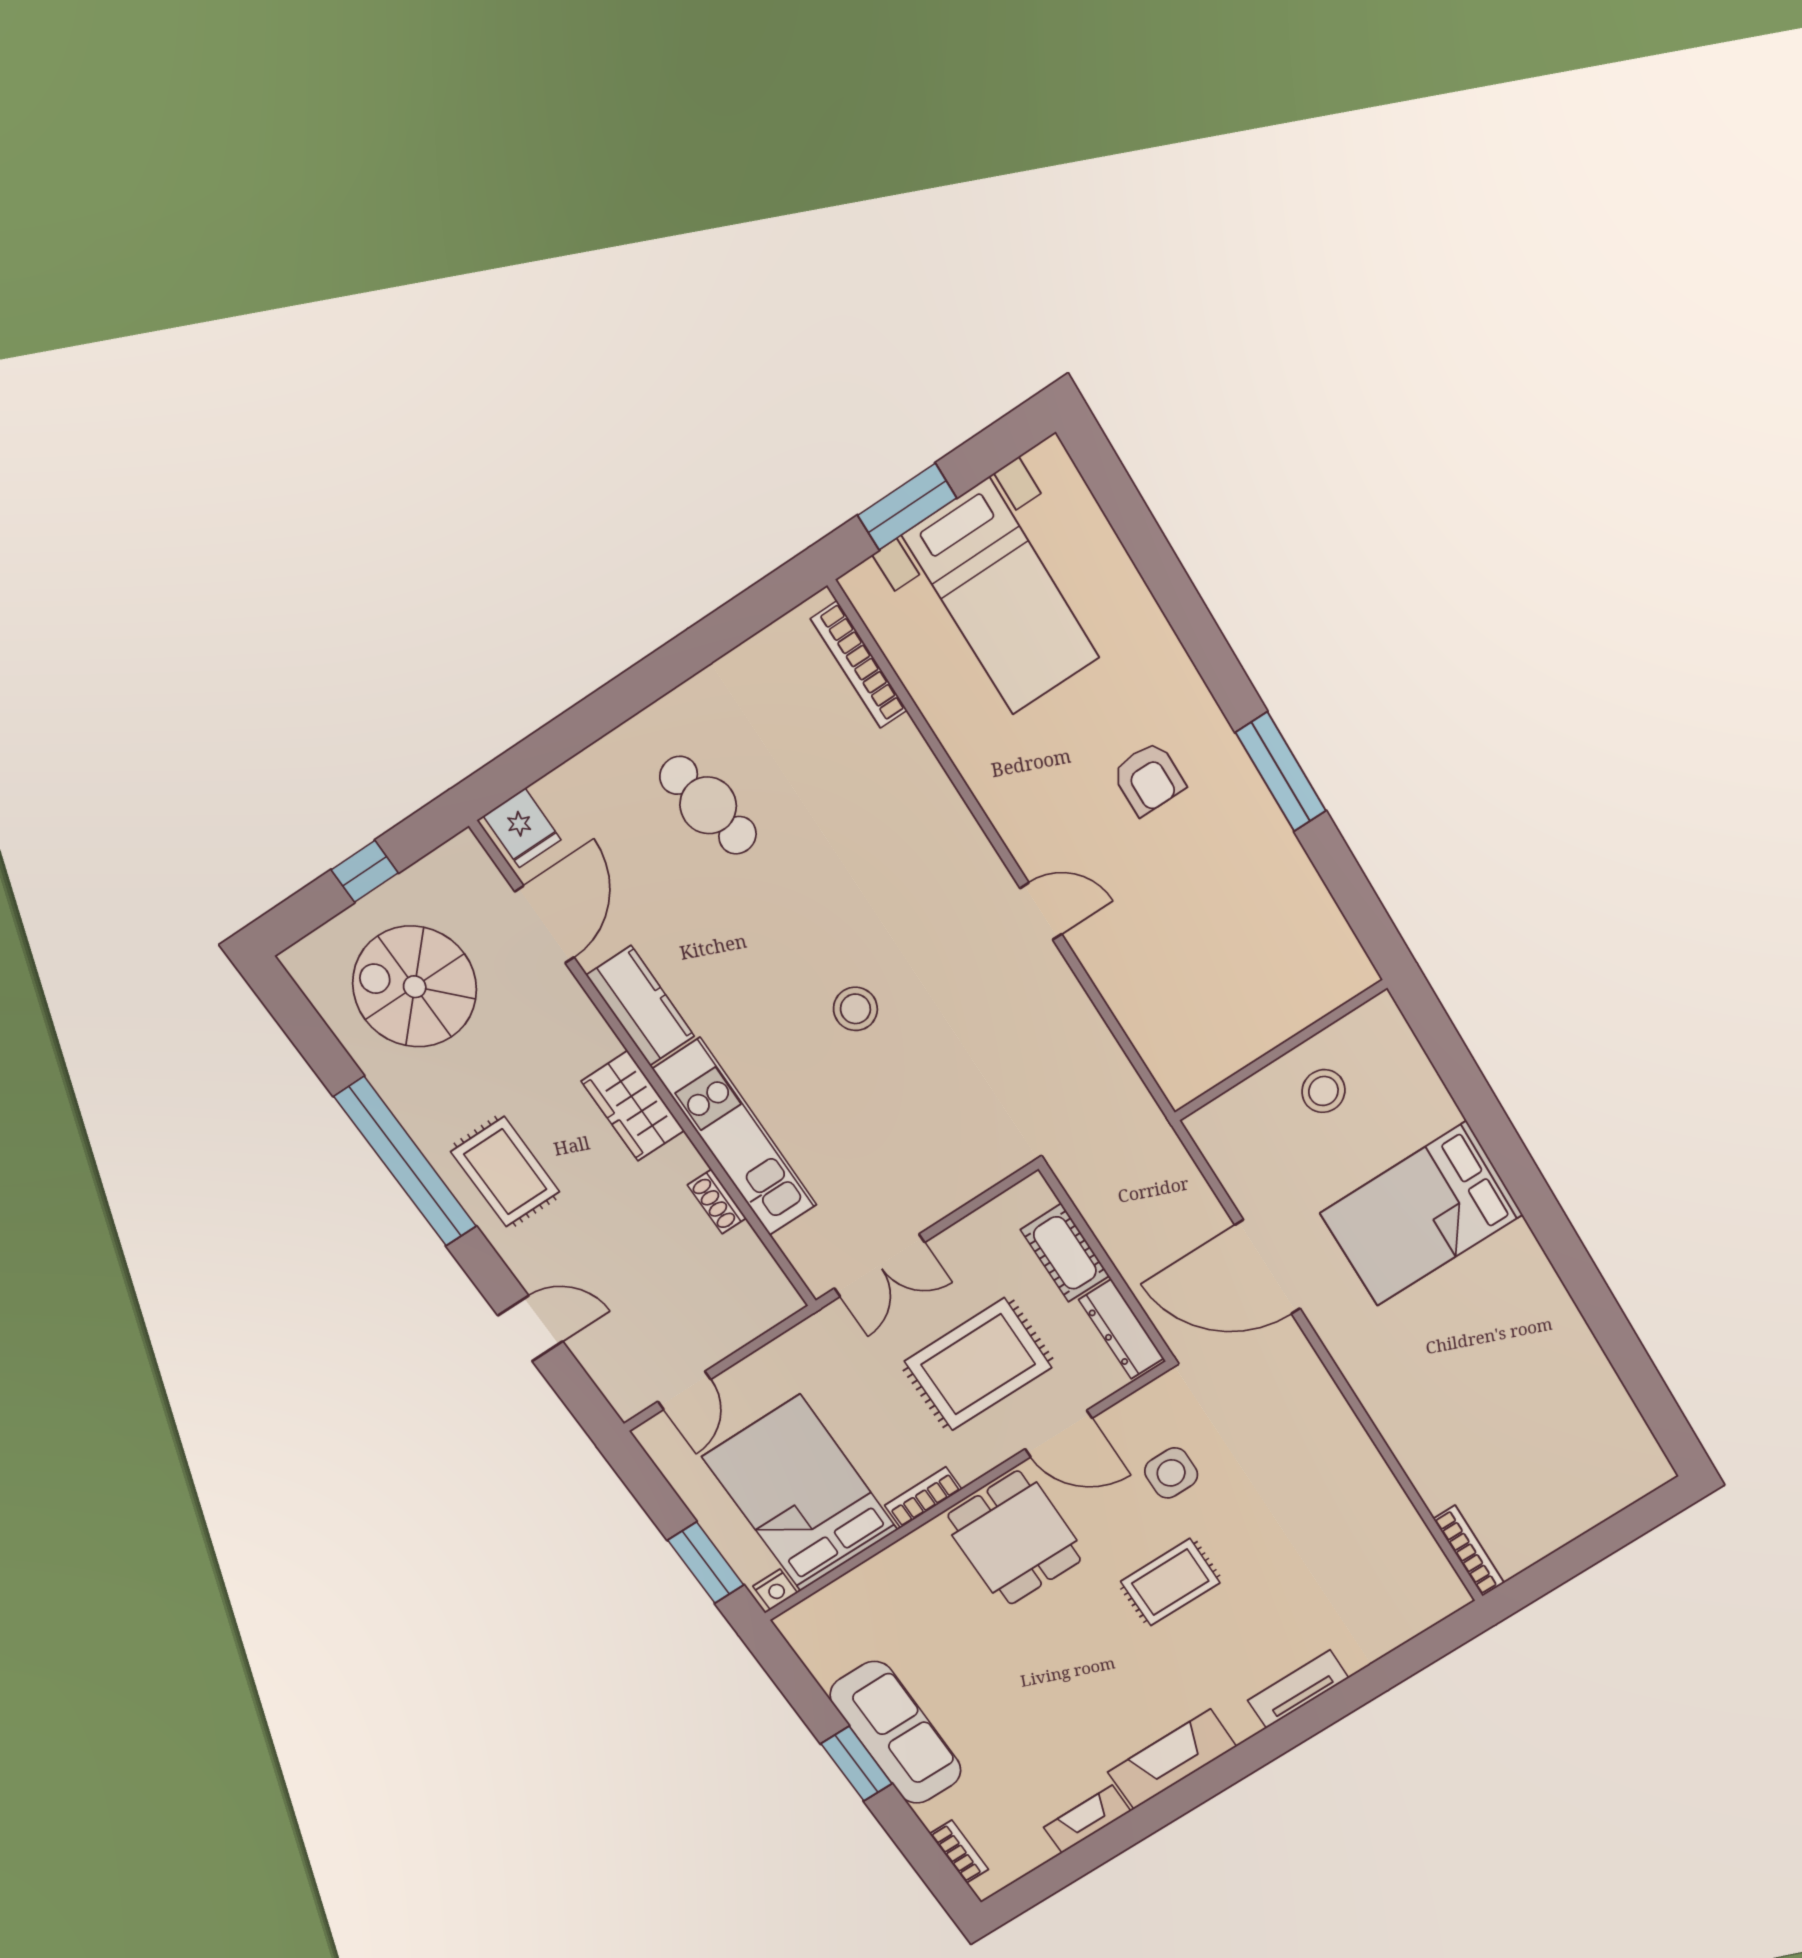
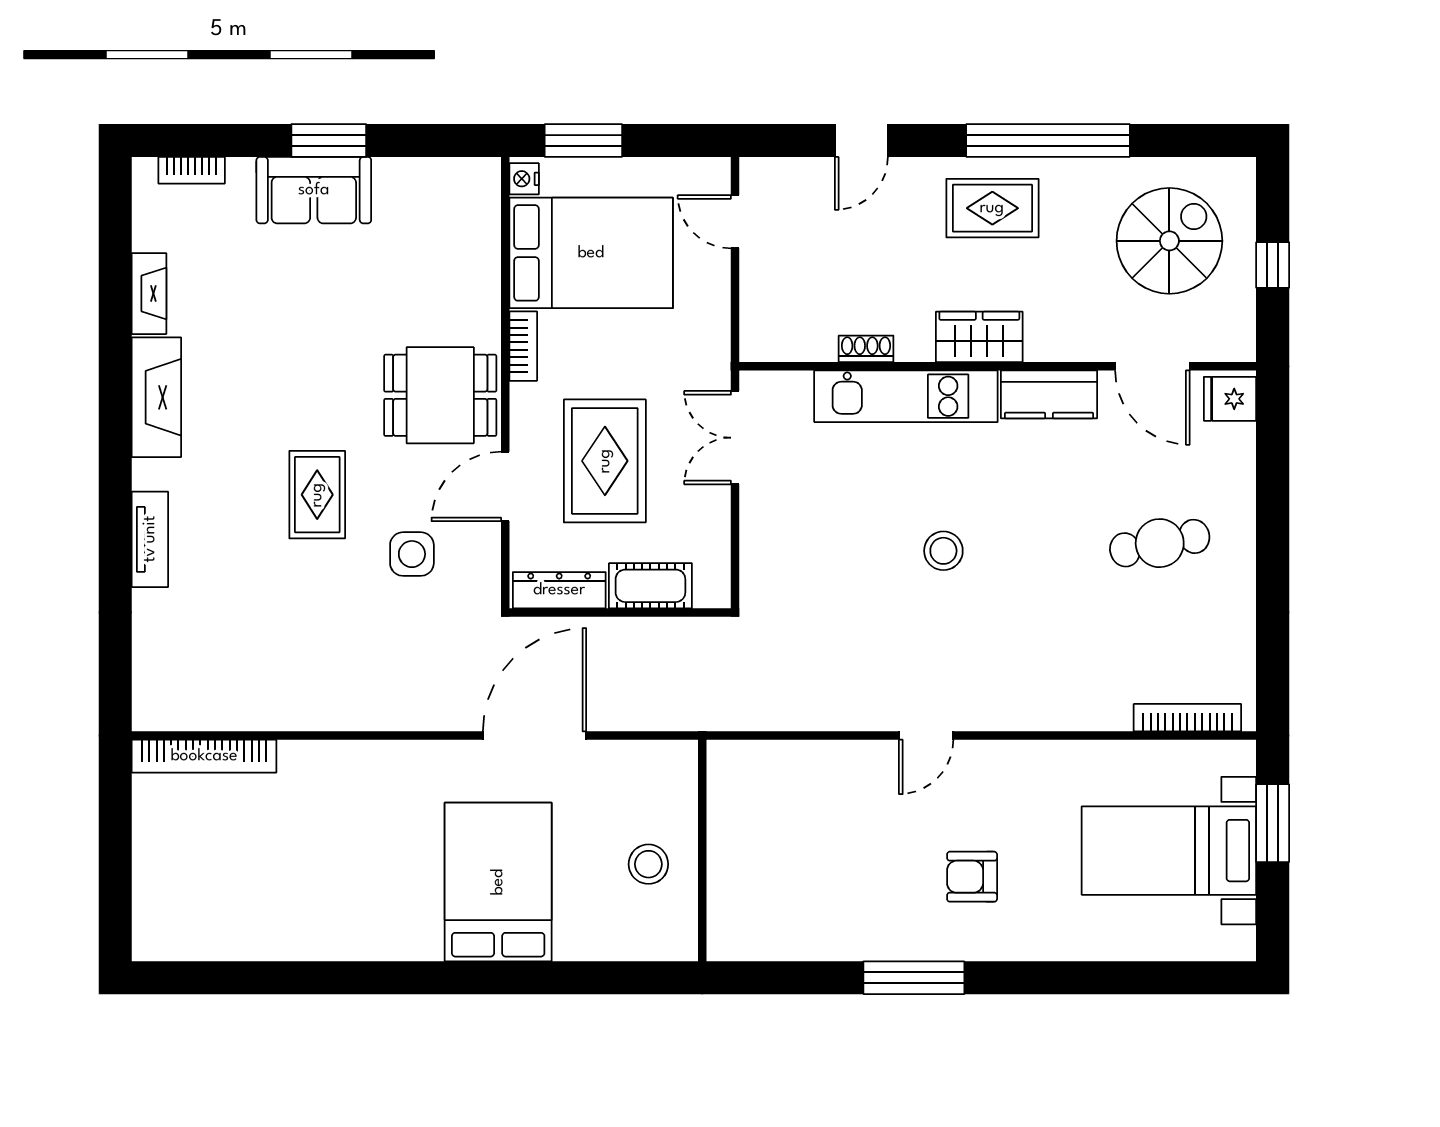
bookcase: (1469, 1551) -> (204, 756), width x1.48, depth x1.31
sofa: (896, 1733) -> (314, 190), width x0.73

